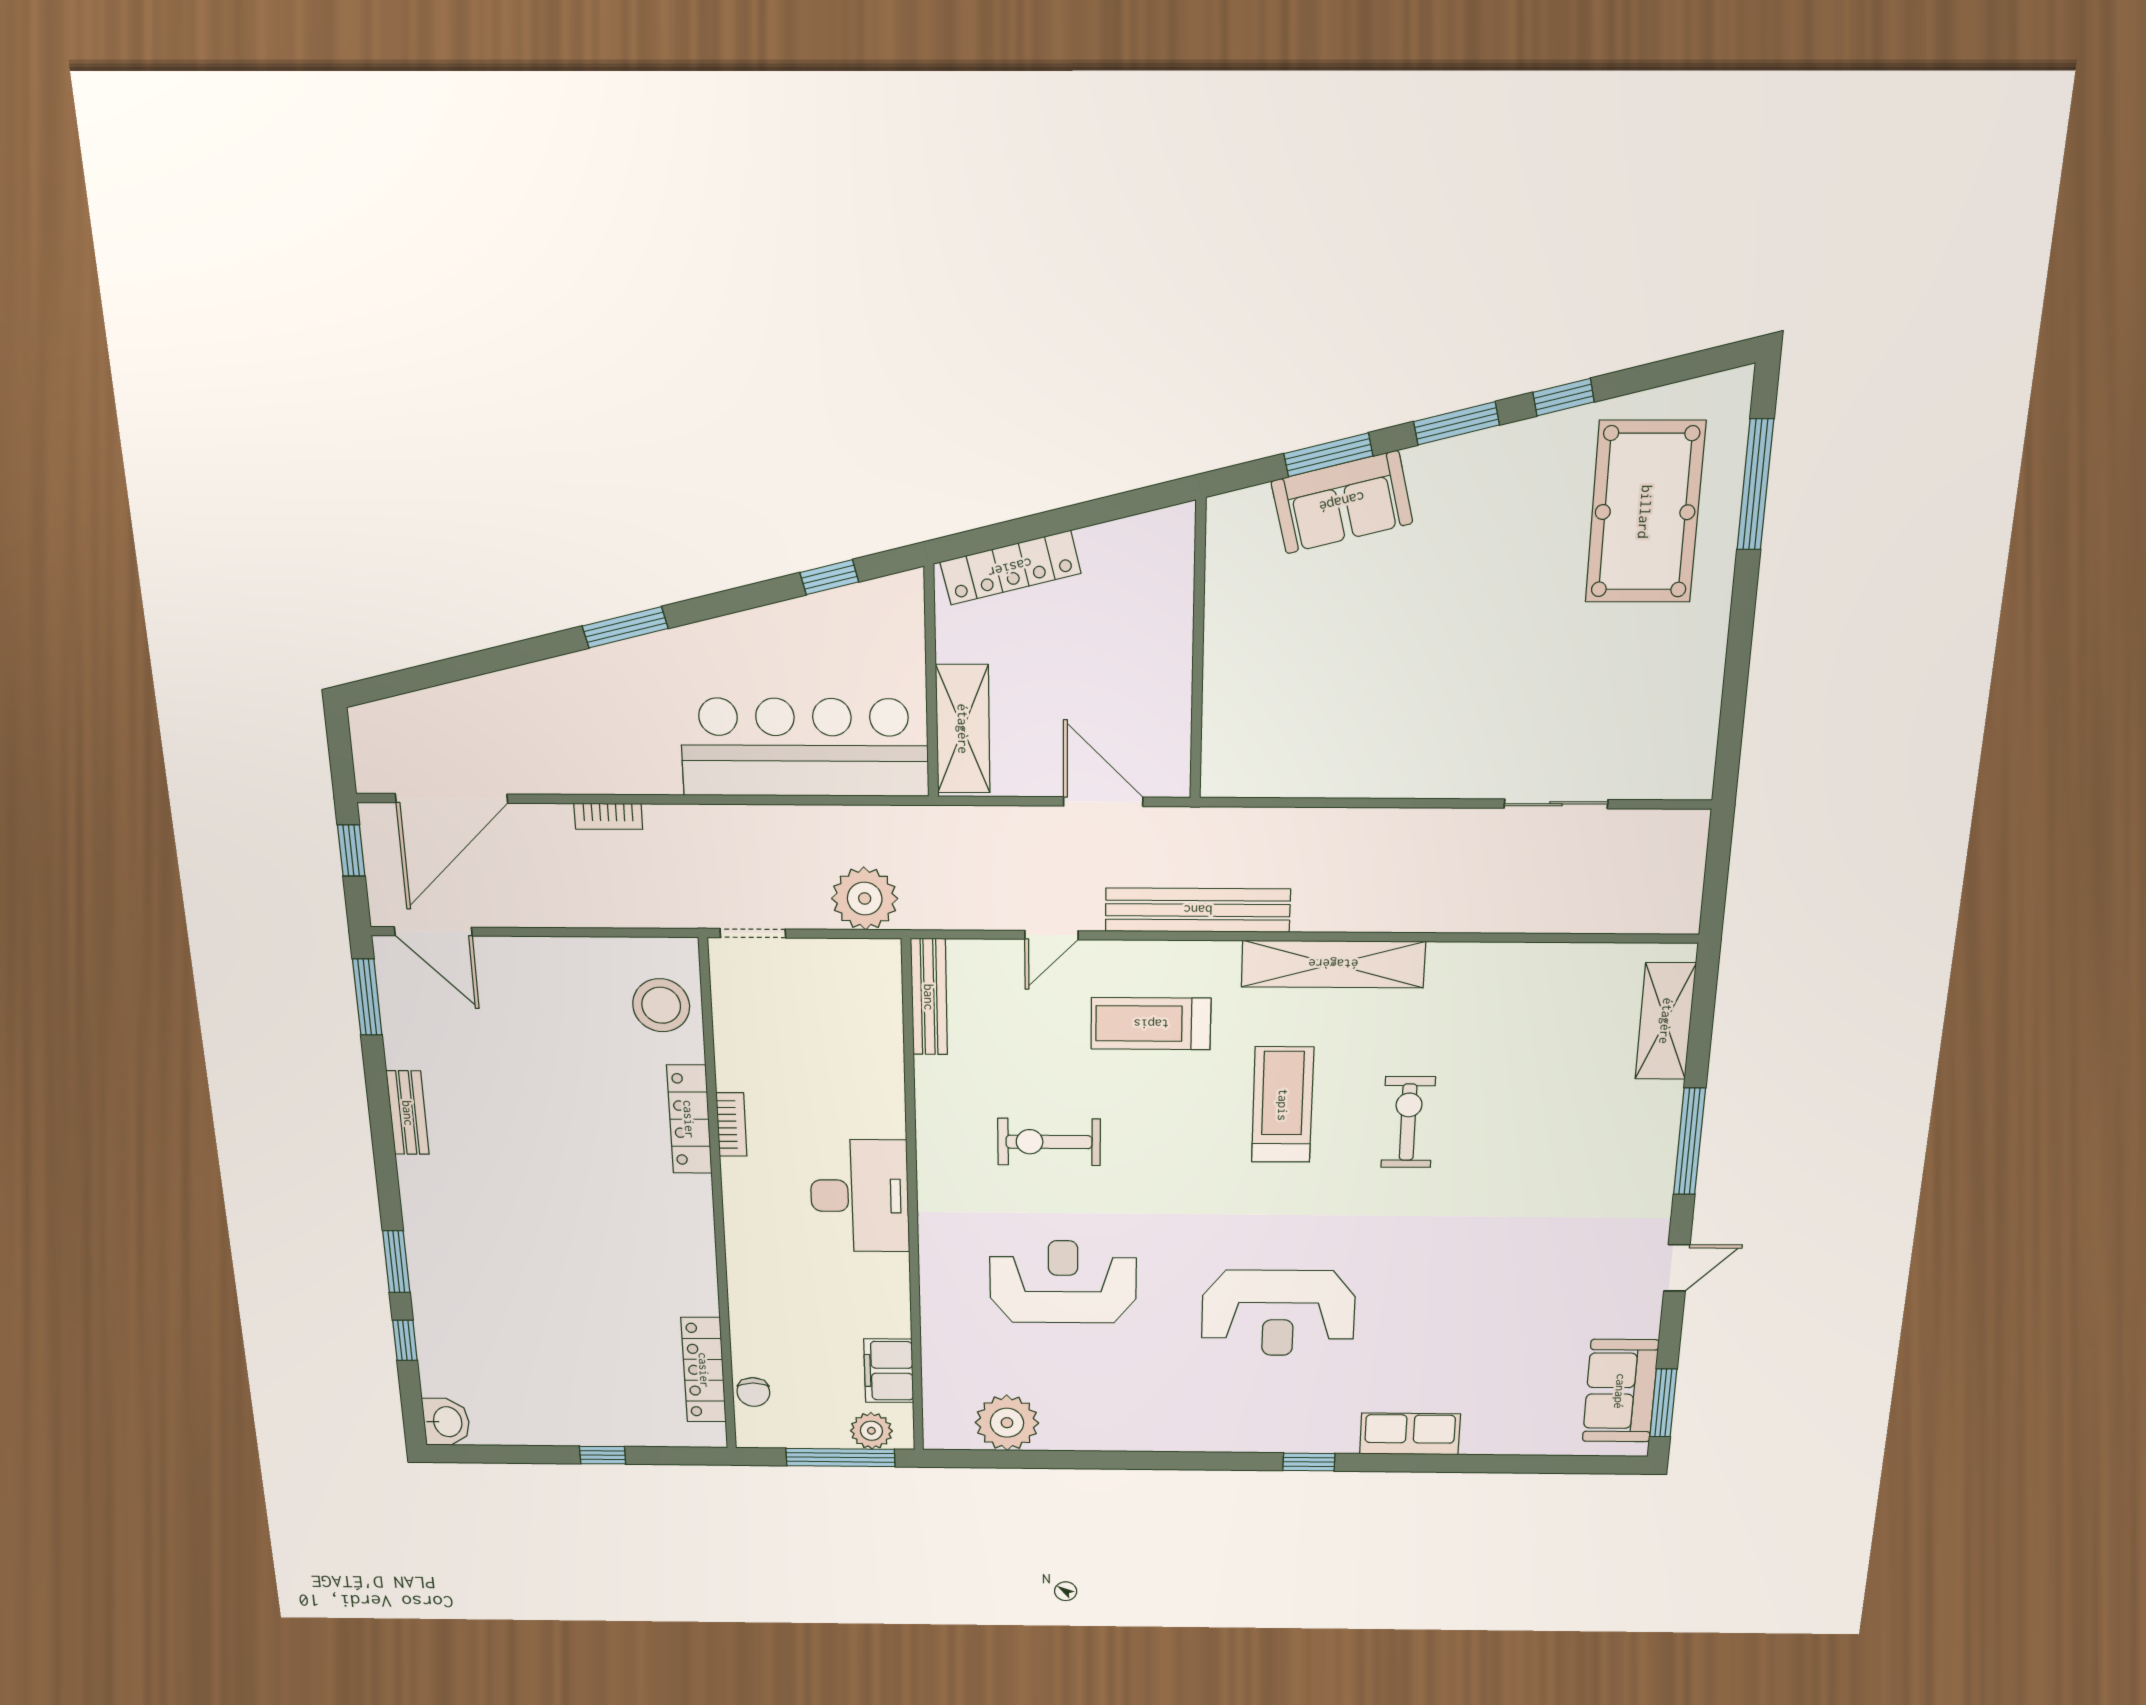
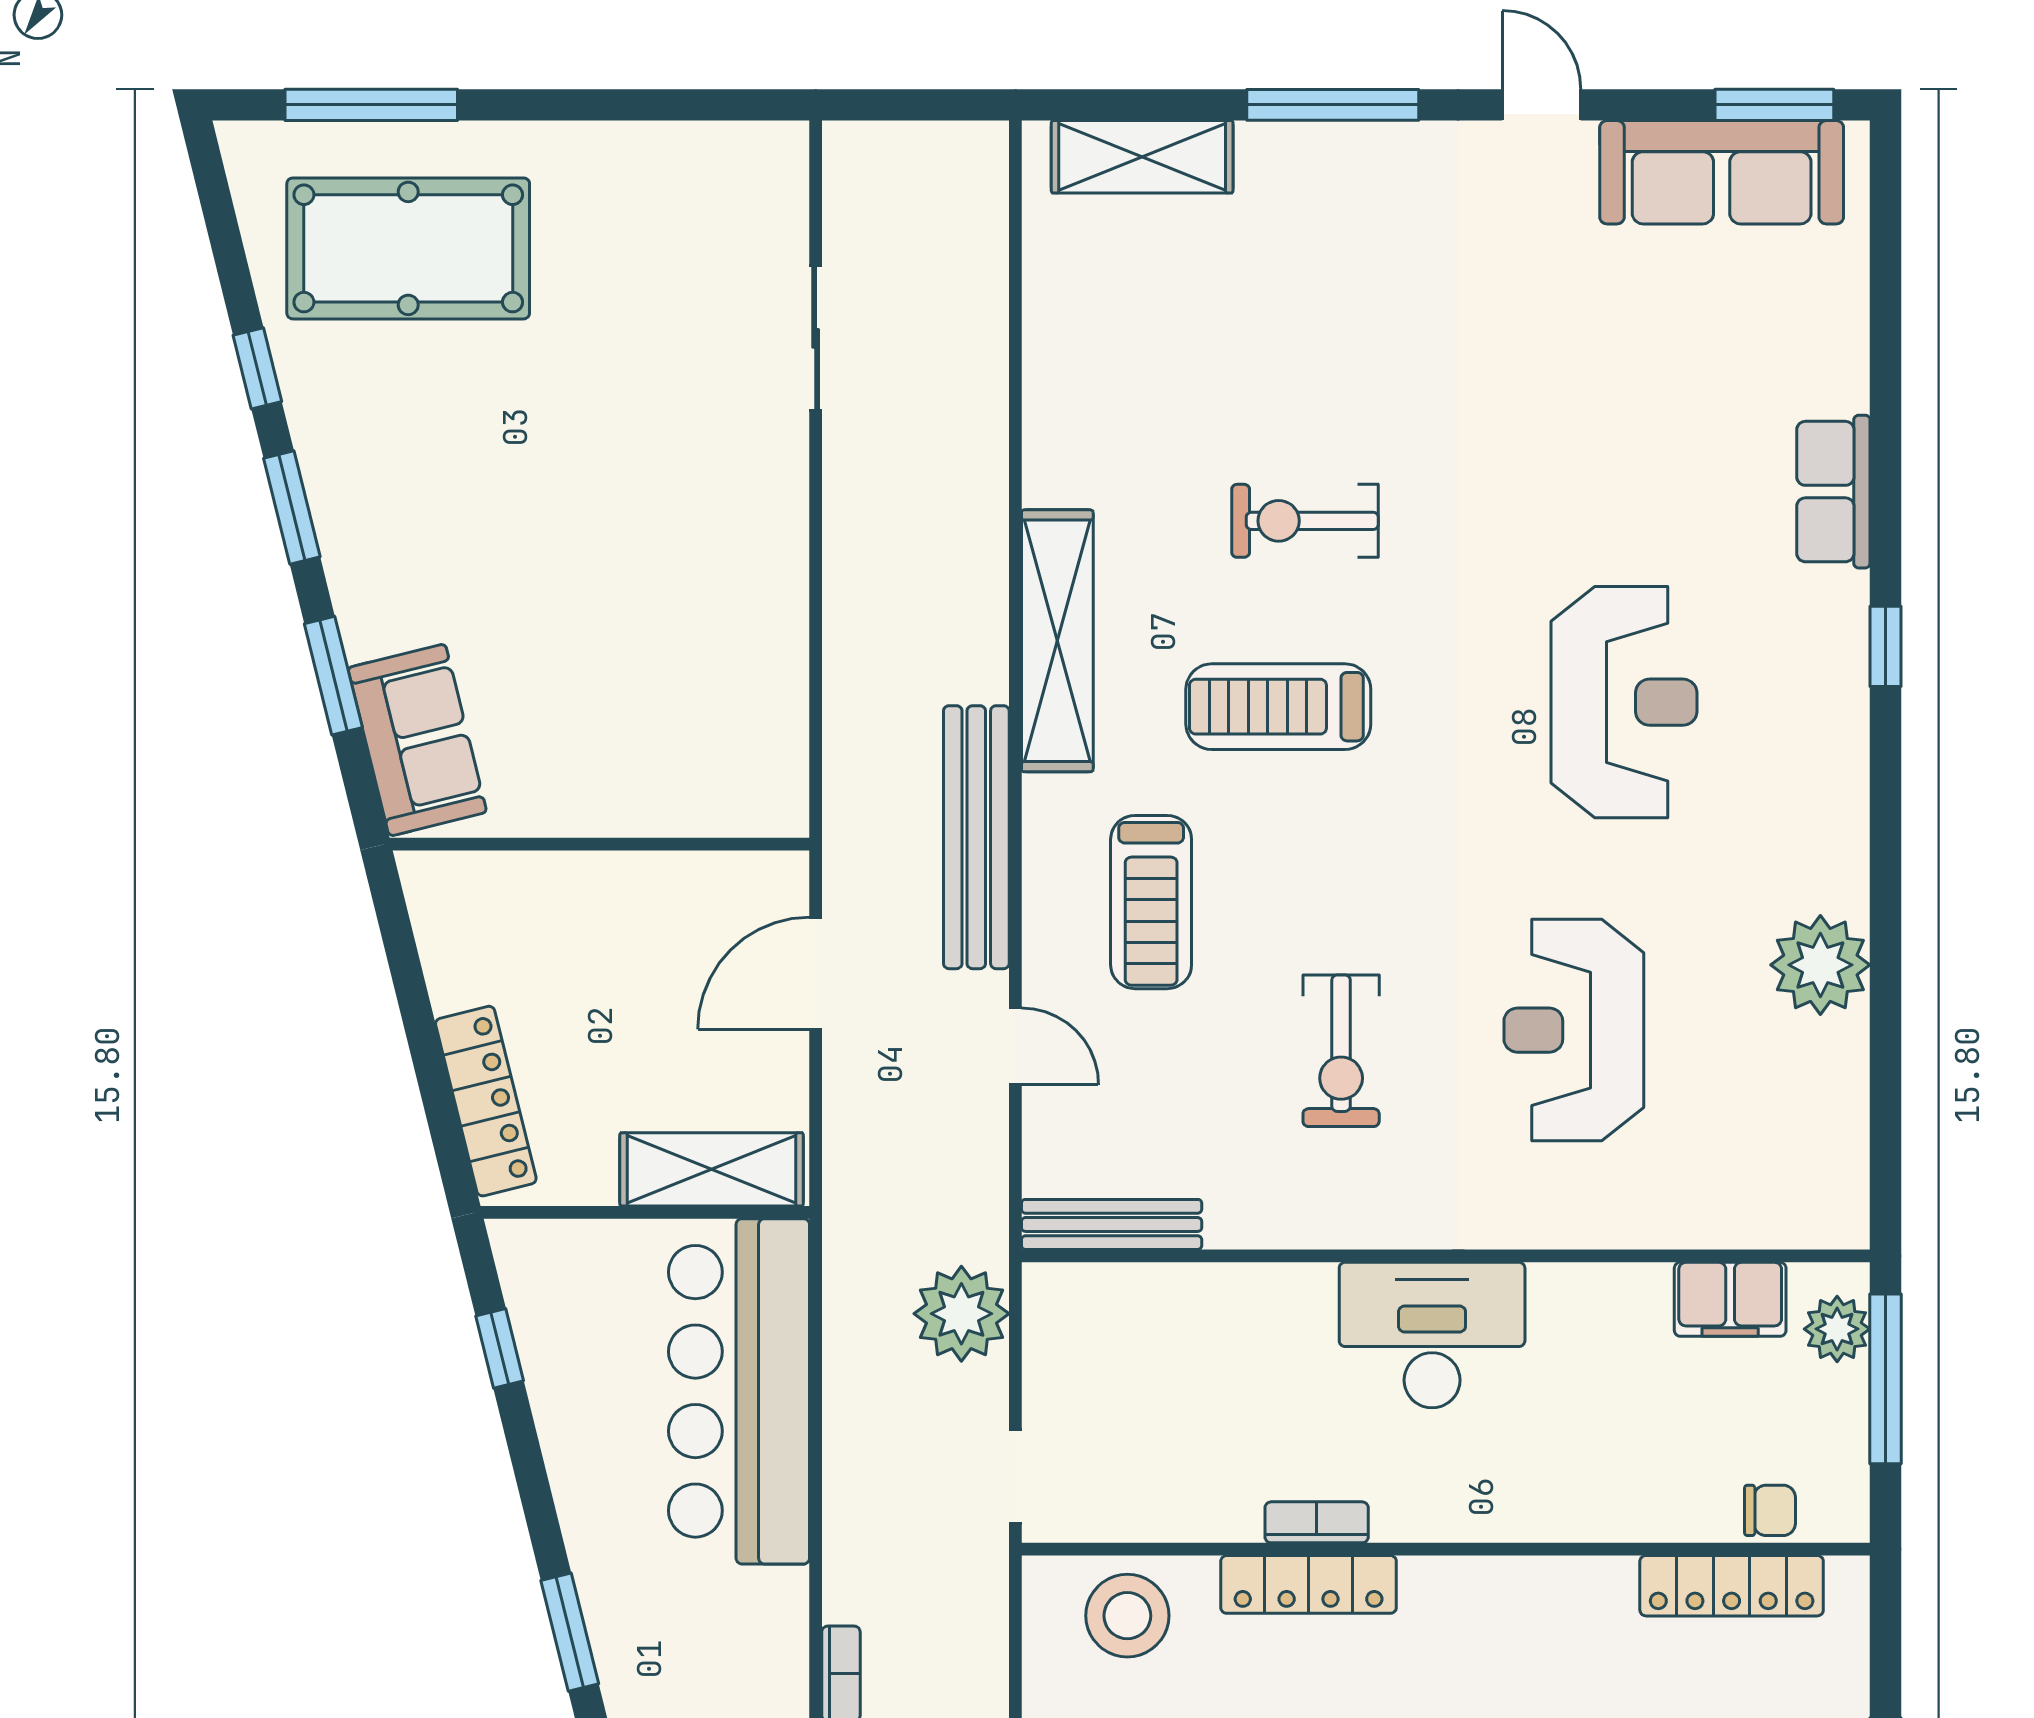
sofa: (1342, 502) -> (417, 740), moved
sofa: (1620, 1391) -> (1722, 172), width x1.36
plant: (1007, 1423) -> (1820, 965), moved

